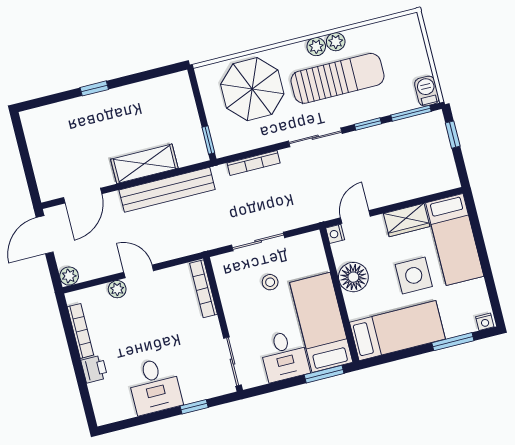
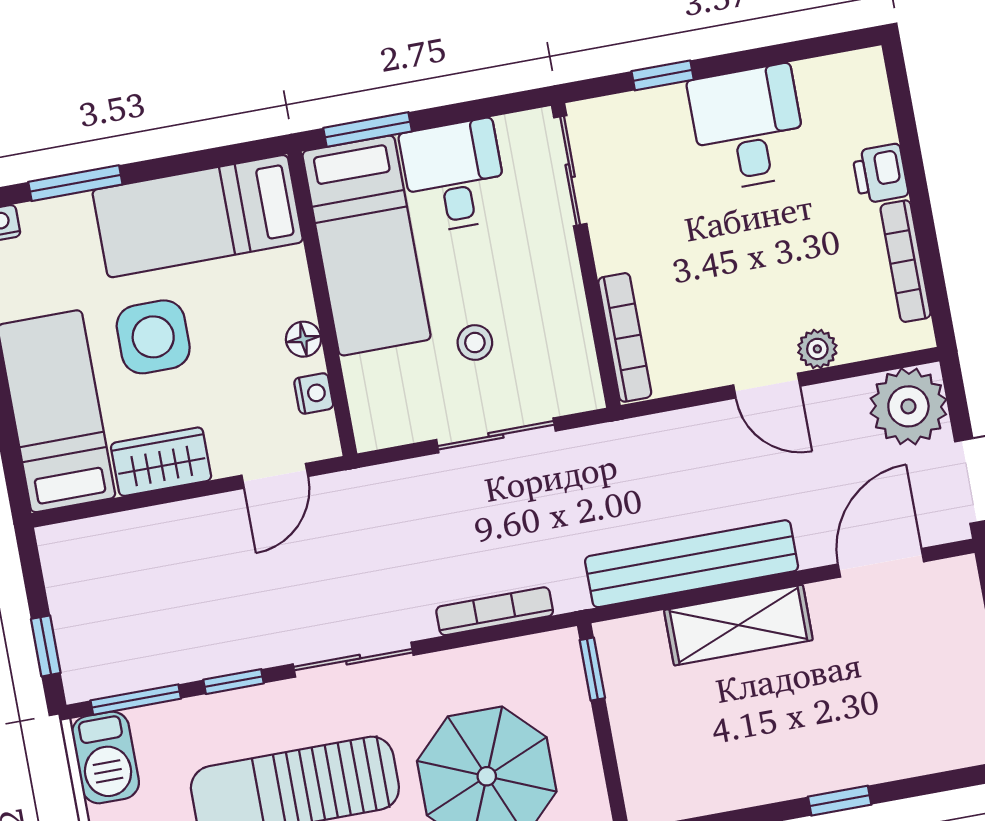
barbecue: (427, 91) -> (105, 757), width x1.38, depth x1.27
nightstand: (335, 234) -> (314, 393), moved
plant: (69, 276) -> (908, 406), width x1.87, depth x1.87
floor lamp: (353, 277) -> (303, 339), width x0.53, depth x0.53

